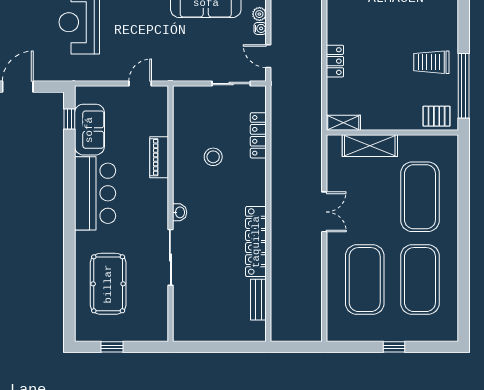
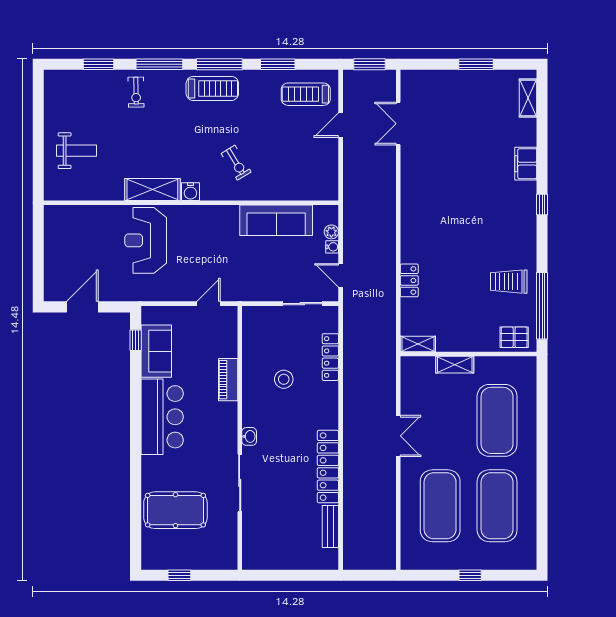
shelving: (370, 146) -> (455, 365), width x0.67, depth x0.75
pool table: (108, 284) -> (175, 510), turned 90

